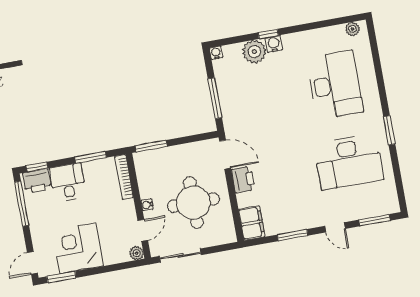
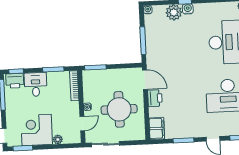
plant: (137, 253) -> (58, 139), moved

